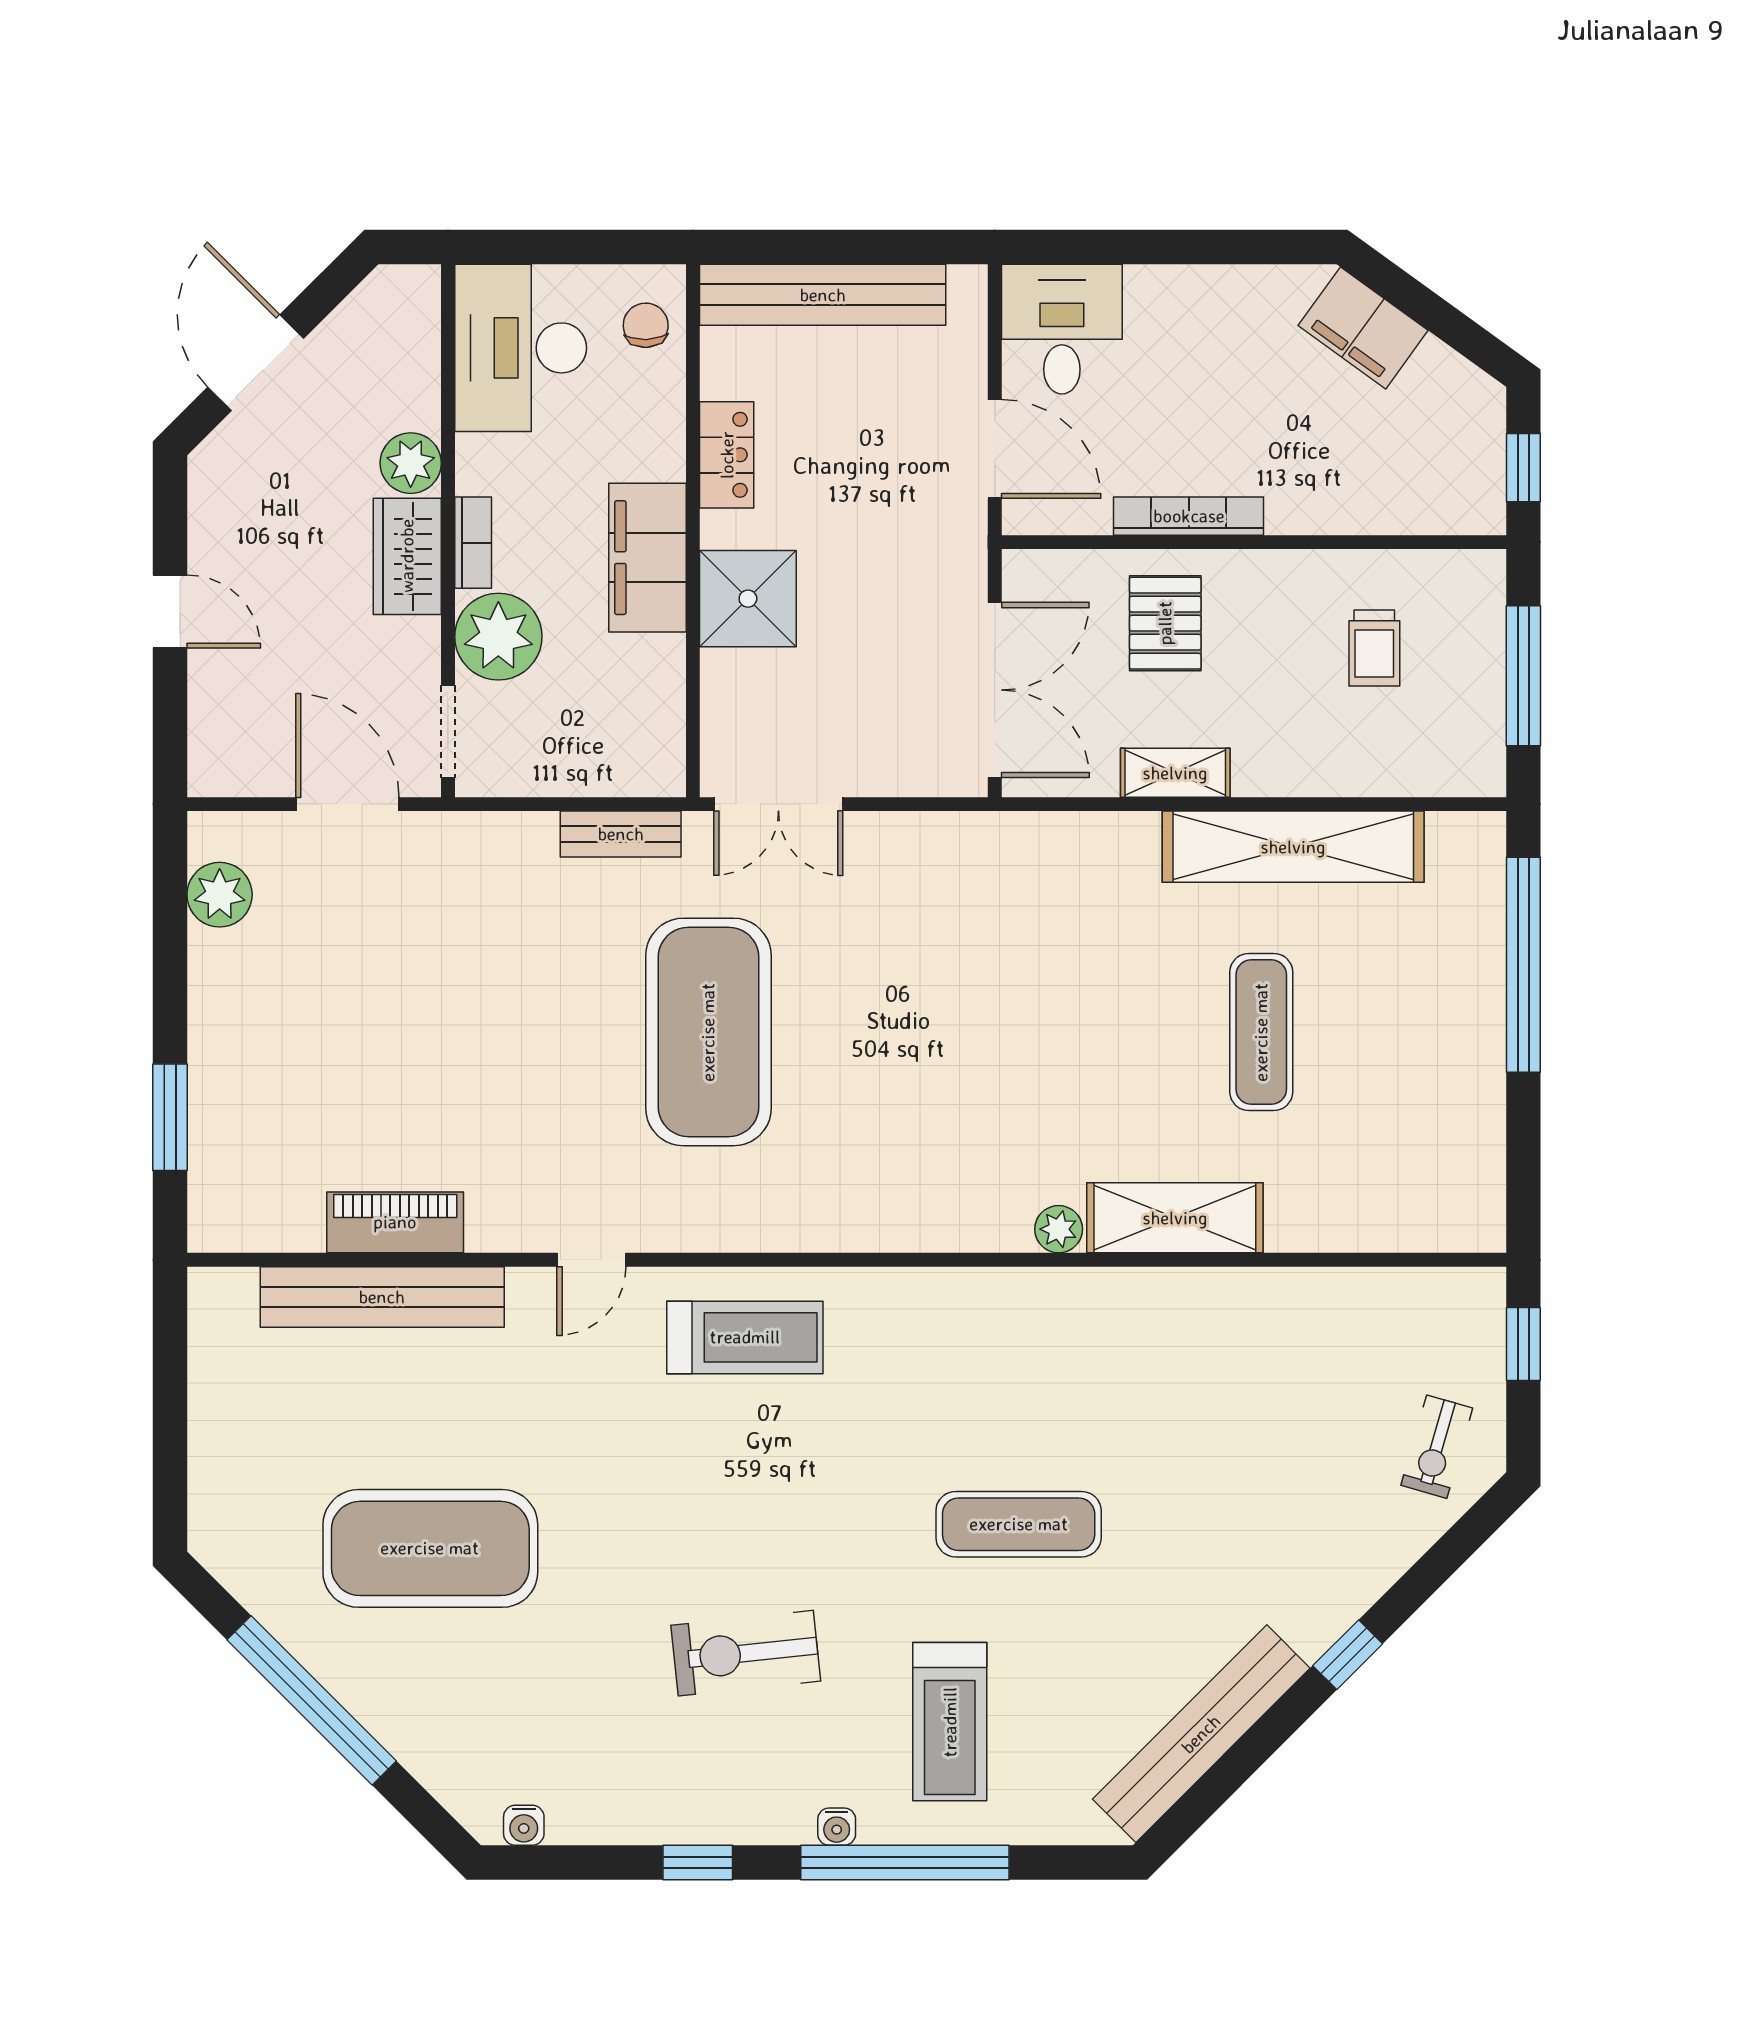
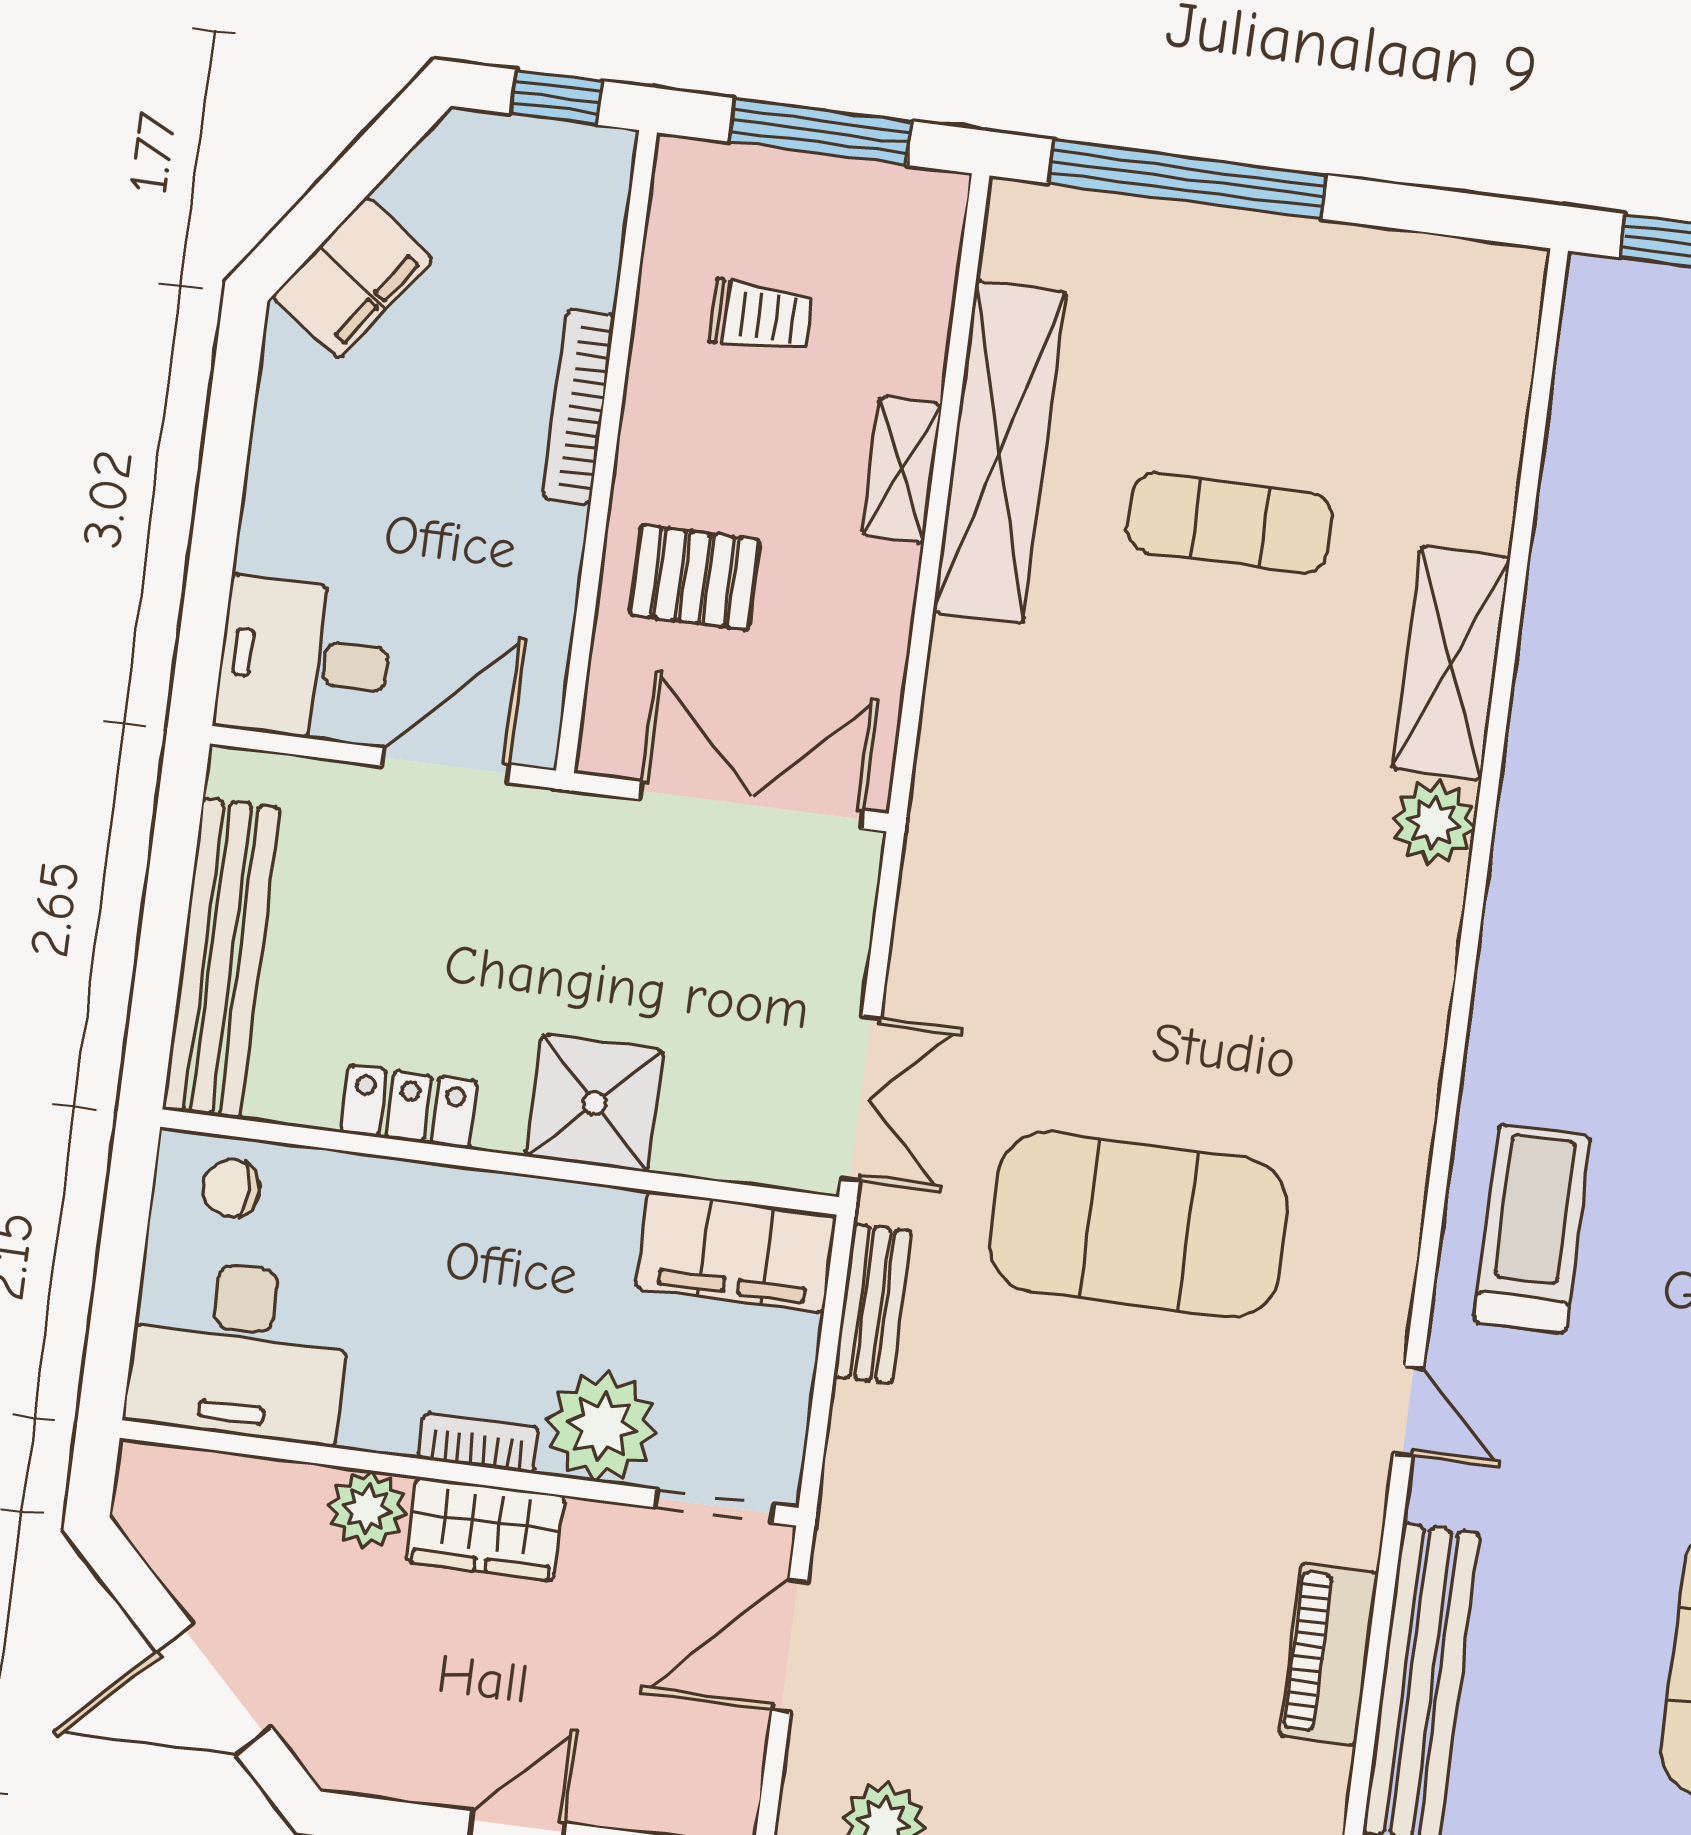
bookcase: (1189, 516) -> (579, 407), moved
filing cabinet: (647, 558) -> (736, 1251), moved
shelving: (1175, 773) -> (902, 470), moved
plant: (1059, 1229) -> (1434, 823), width x1.38, depth x1.38

